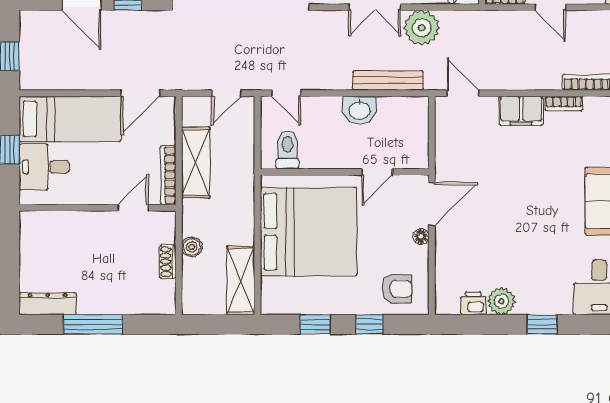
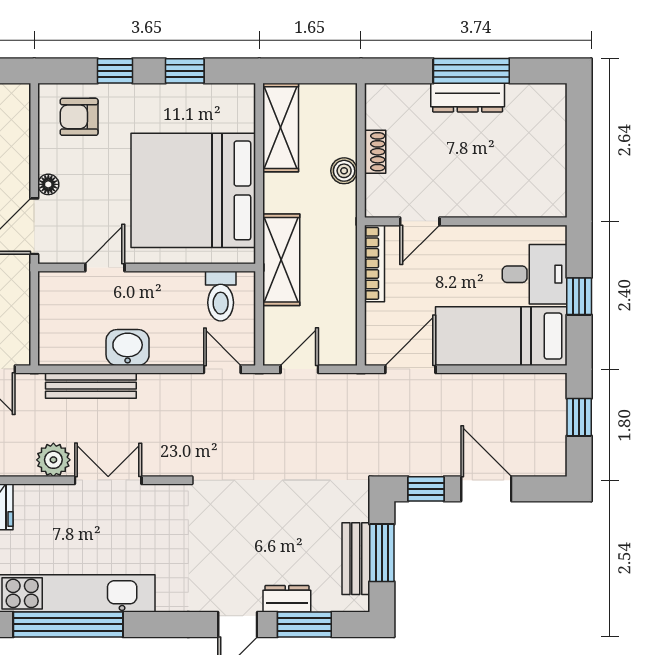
plant: (422, 28) -> (53, 460), width x0.73, depth x0.73
shelving: (196, 163) -> (281, 260), moved
dresser: (48, 304) -> (468, 98), moved

